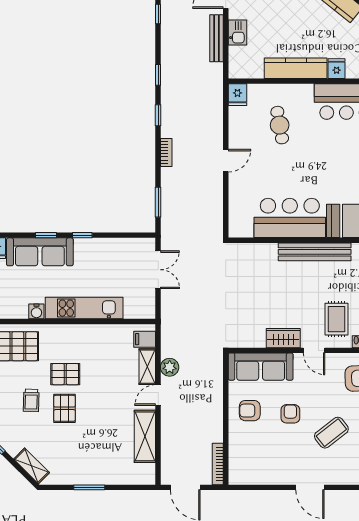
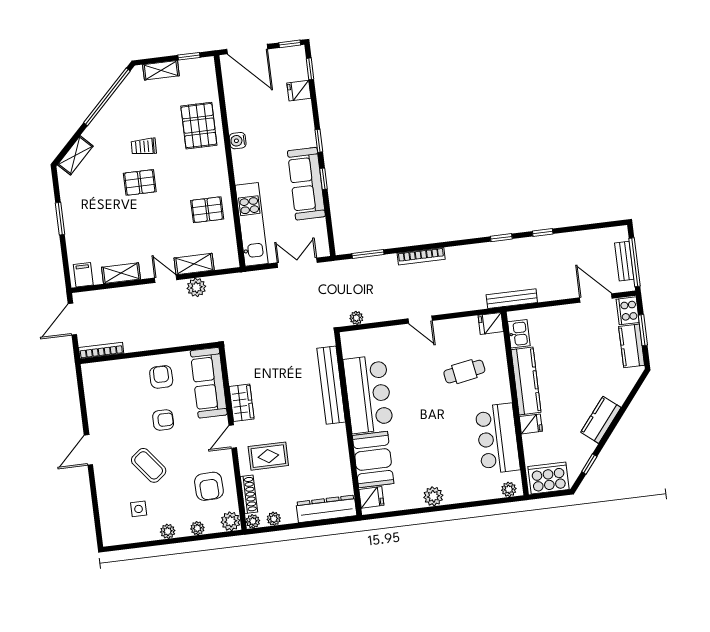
window: (158, 14) -> (543, 233), moved
kitchen sink: (237, 33) -> (519, 334), moved, turned -90
bench: (217, 38) -> (512, 299), moved
window: (158, 115) -> (459, 243), removed
bookcase: (166, 152) -> (421, 256), width x1.56
plant: (217, 220) -> (356, 318), added
sofa: (40, 252) -> (306, 184), moved
bench: (315, 252) -> (331, 385), moved
double door: (158, 270) -> (297, 263), swing flipped
kitchen unit: (84, 308) -> (252, 224), moved
filing cabinet: (145, 339) -> (83, 275), moved
pallet: (65, 374) -> (207, 210), moved, turned 90
shelving: (145, 436) -> (121, 273), width x0.67, depth x0.75

